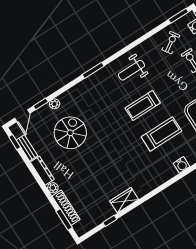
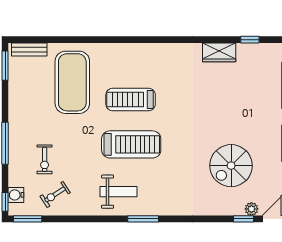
window: (93, 70) -> (143, 219), moved
plant: (55, 104) -> (251, 209), moved
treadmill: (143, 106) -> (131, 144), width x1.37, depth x1.38
water cooler: (182, 165) -> (130, 51), removed

